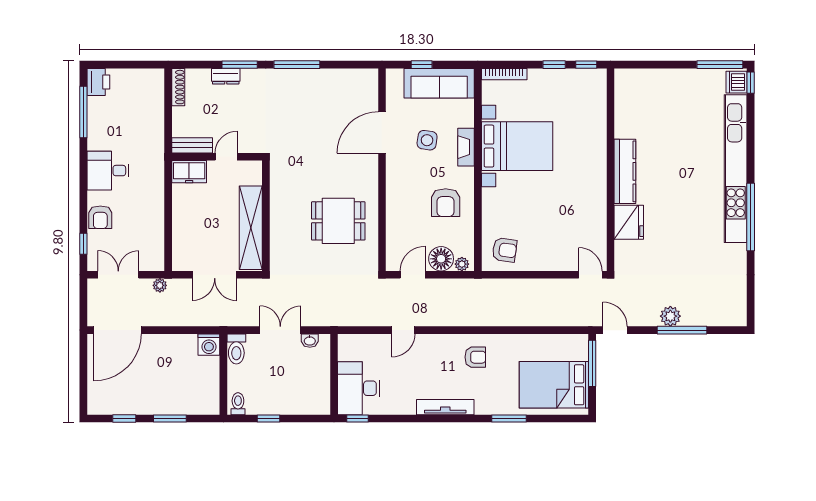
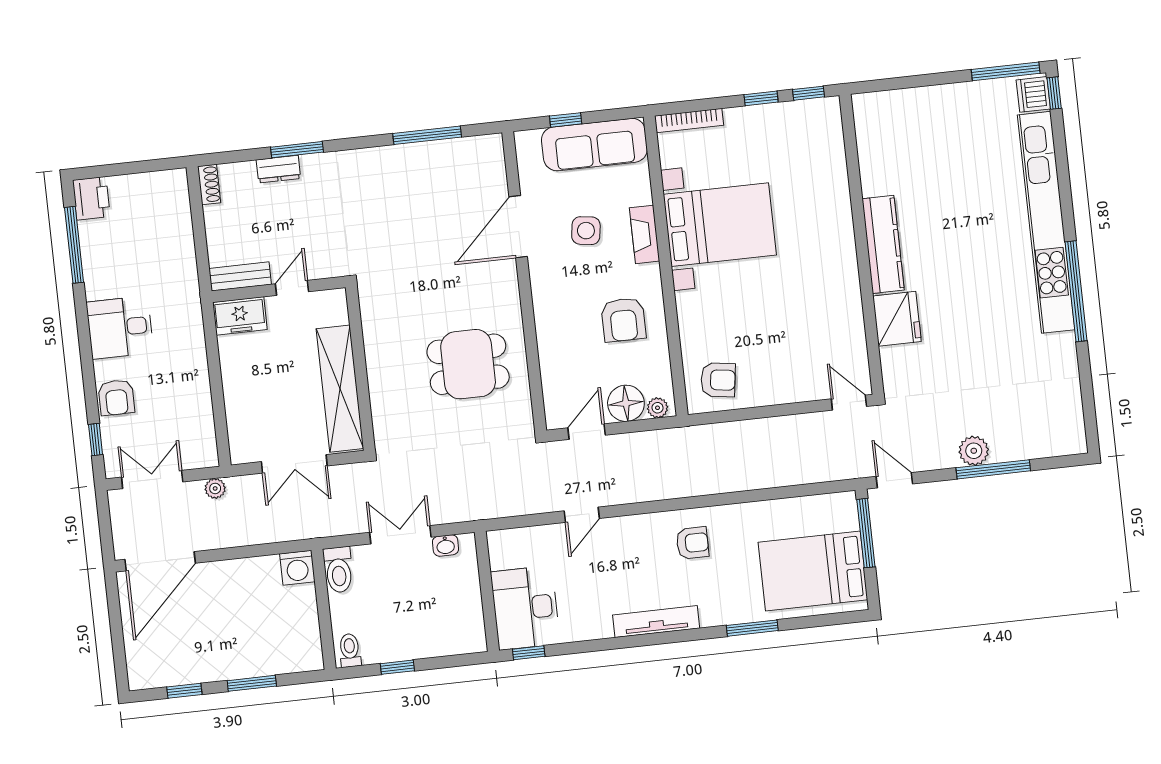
window: (297, 65) -> (427, 135), moved
shoe rack: (178, 87) -> (209, 184), width x0.70

